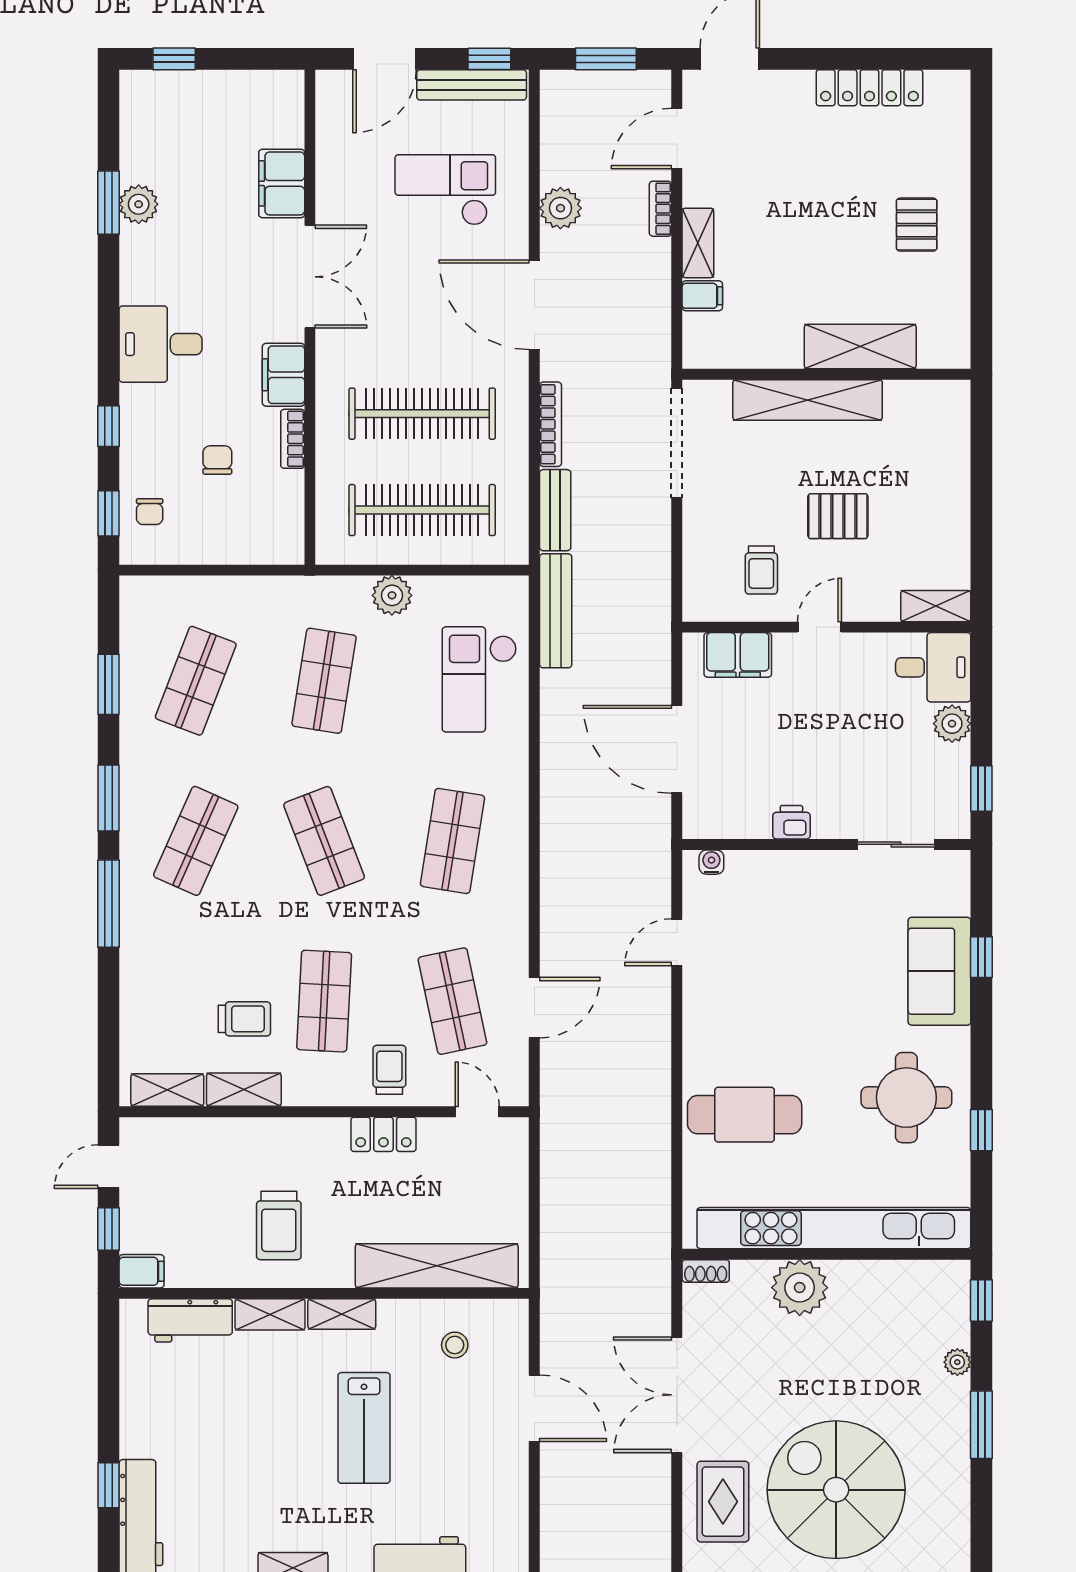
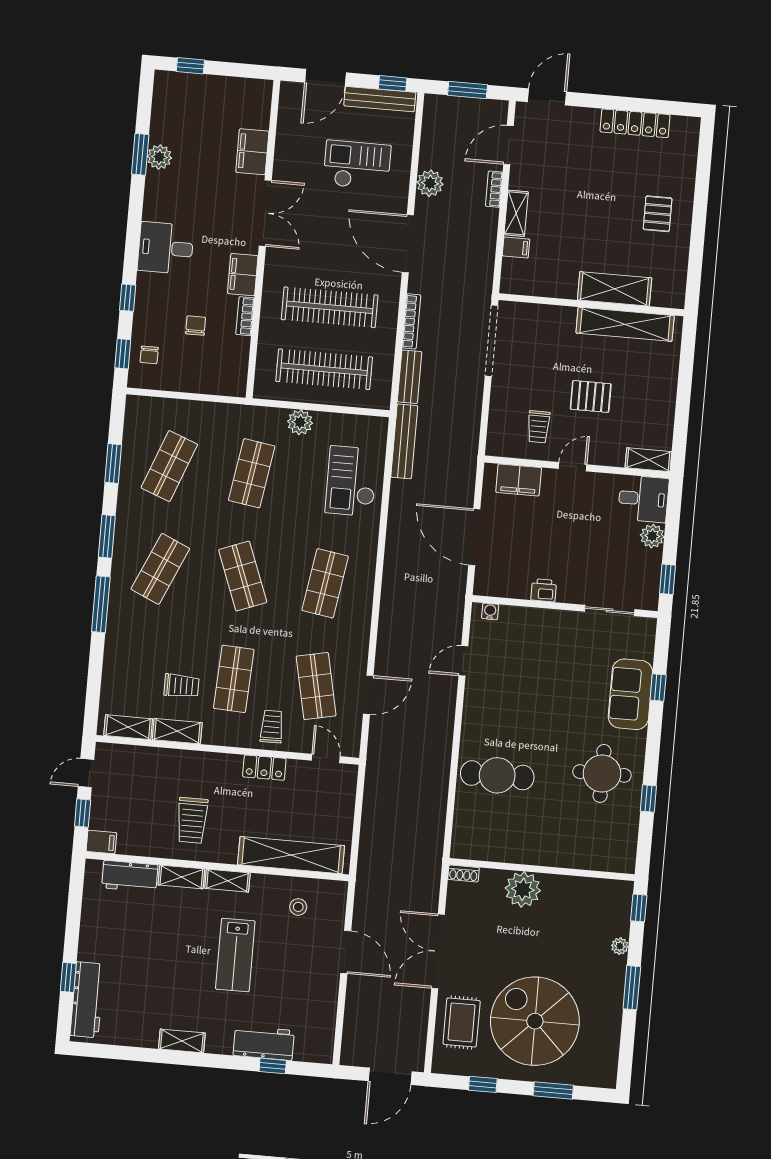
shelving: (808, 400) -> (625, 324), moved
kitchen unit: (834, 1228) -> (548, 853), removed

